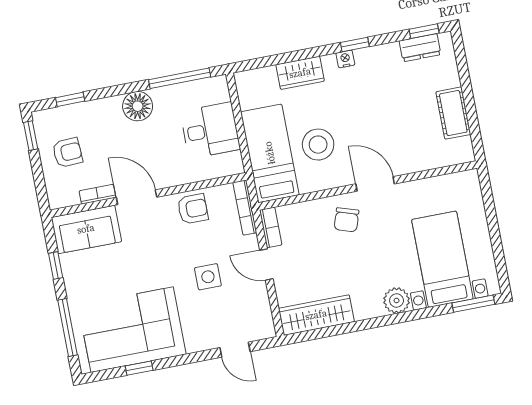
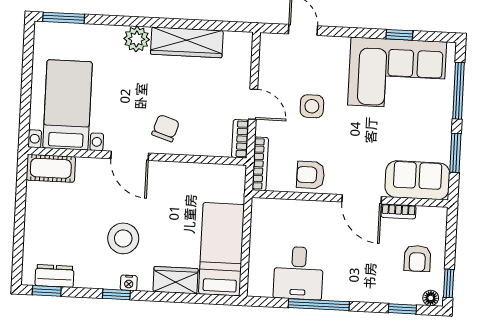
window: (180, 78) -> (319, 305), moved
floor lamp: (138, 106) -> (431, 298), moved, width x0.53, depth x0.53
cot: (453, 113) -> (51, 168), moved, turned 90
desk: (210, 130) -> (298, 273), moved, turned -90
stool: (318, 145) -> (123, 238), moved
armchair: (67, 153) -> (417, 258), turned -87
bed: (270, 153) -> (222, 249), moved, turned 180
bed with nightstands: (442, 259) -> (68, 105), moved, turned 180
window: (56, 266) -> (455, 153), width x1.50
wardrobe: (316, 315) -> (187, 42), moved

